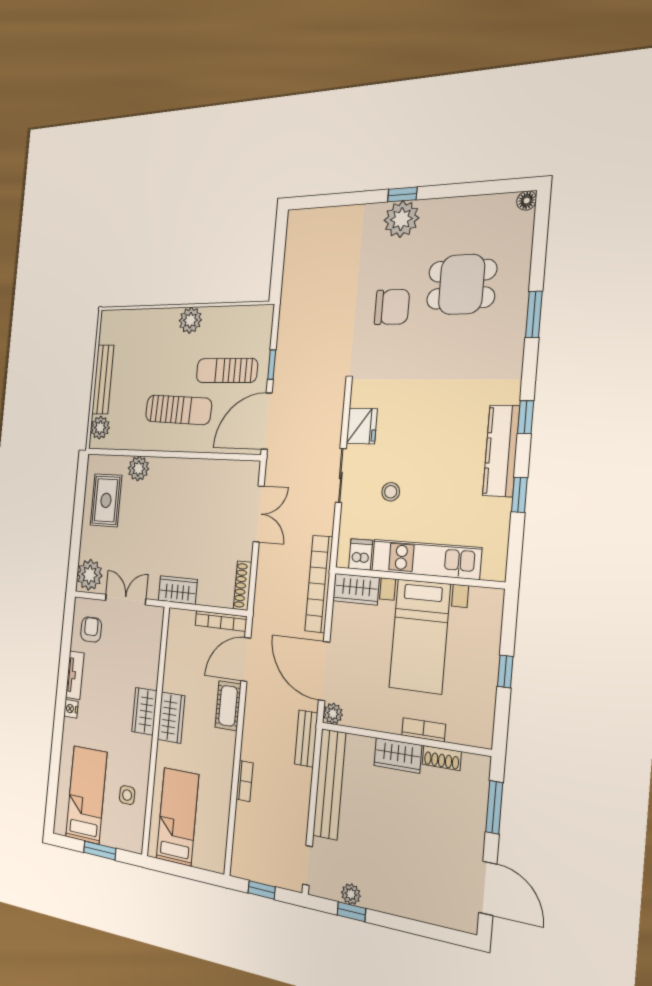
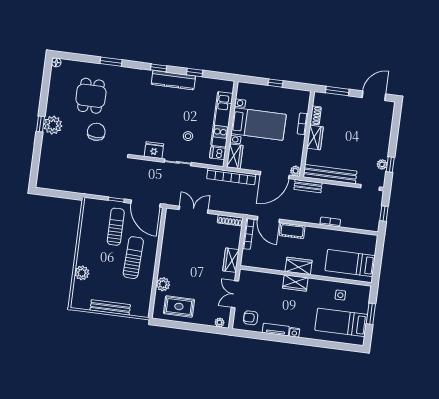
plant: (190, 320) -> (82, 273), moved
sun lounger: (227, 371) -> (116, 227), turned 180
plant: (100, 428) -> (137, 310), removed
plant: (90, 575) -> (219, 322), width x0.53, depth x0.53

